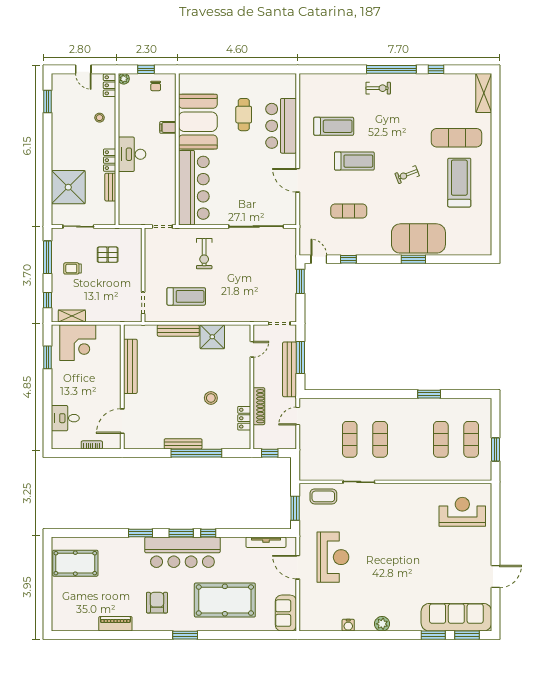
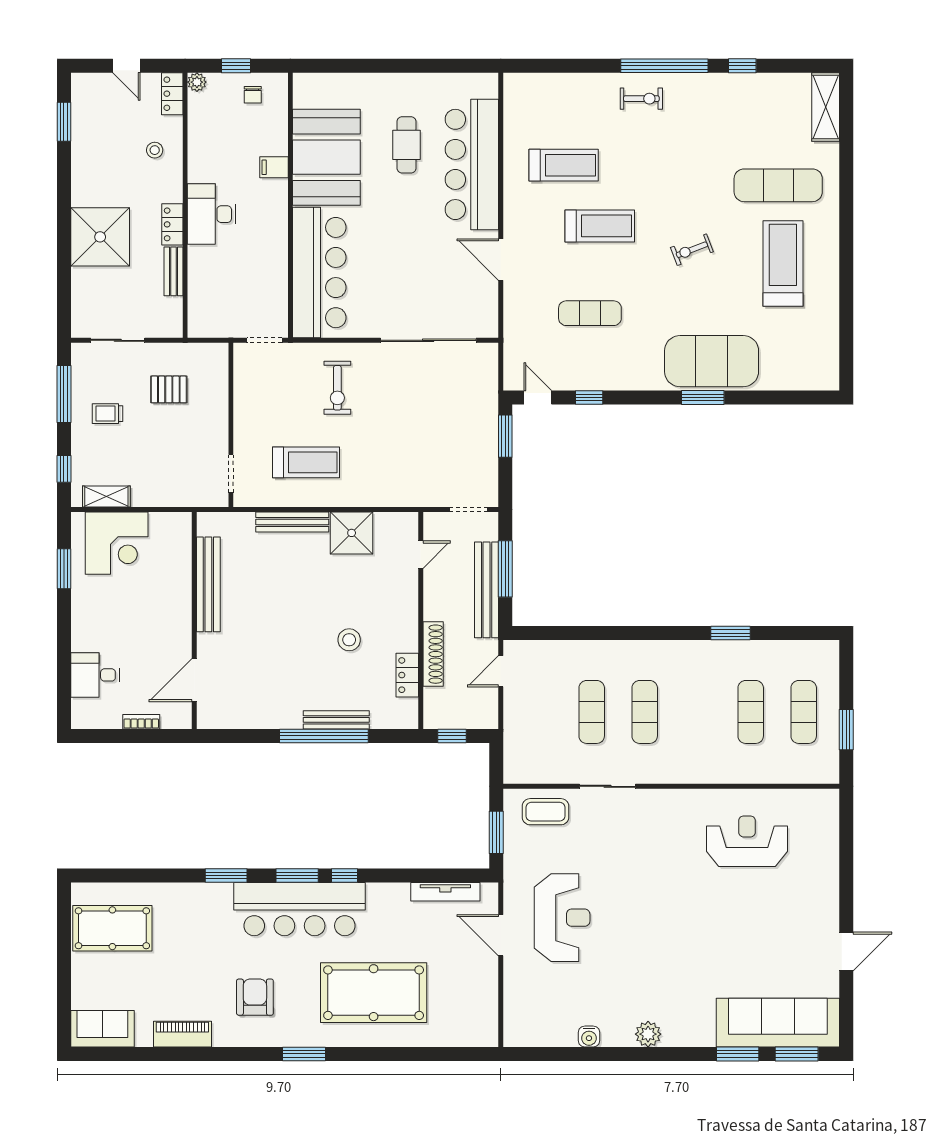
bar counter: (281, 126) -> (472, 164), width x1.36
shower: (68, 187) -> (100, 237), moved
bench: (183, 444) -> (336, 720), moved
reception desk: (462, 512) -> (747, 841), moved
sofa: (286, 613) -> (102, 1029), moved, turned 90

